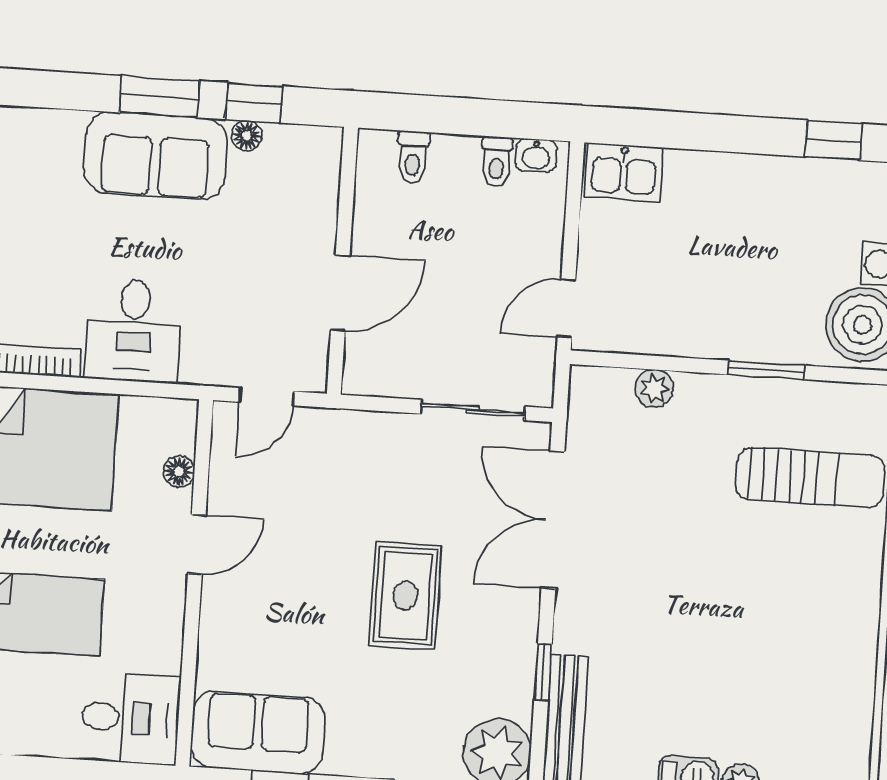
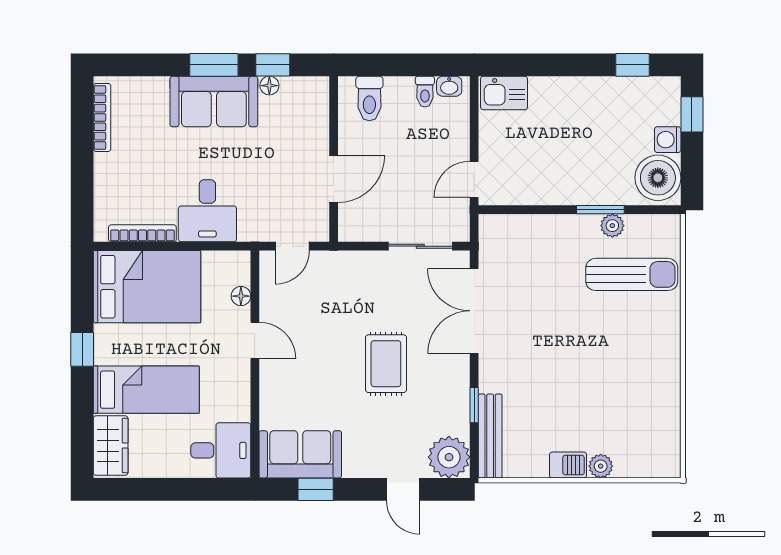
toilet: (413, 157) -> (369, 98), width x1.37, depth x1.39
plant: (654, 389) -> (612, 226), moved
door: (197, 544) -> (255, 340), hinge flipped

